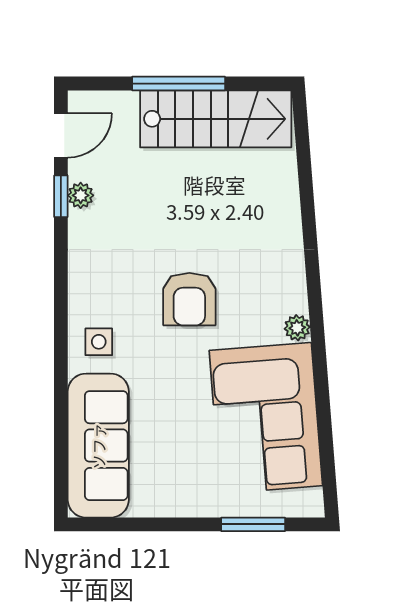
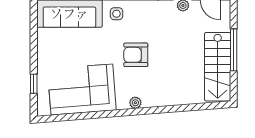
plant: (297, 328) -> (135, 103), moved
window: (253, 524) -> (34, 84), width x0.67

